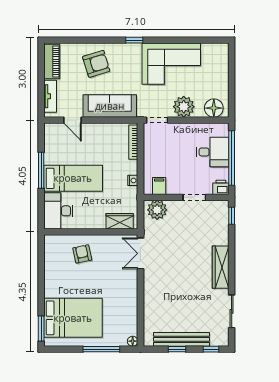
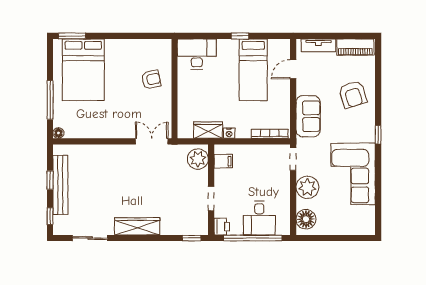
sofa: (110, 106) -> (308, 116), width x0.73
window: (41, 170) -> (240, 36), width x0.46
bed: (73, 178) -> (253, 70), moved
wardrobe: (120, 221) -> (208, 130), moved, turned -90

